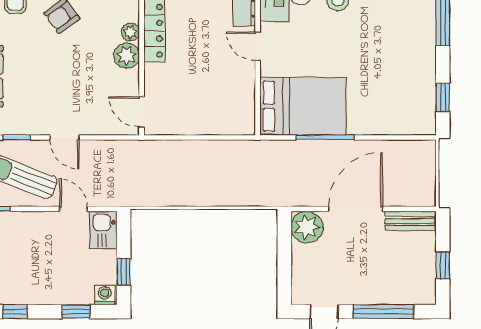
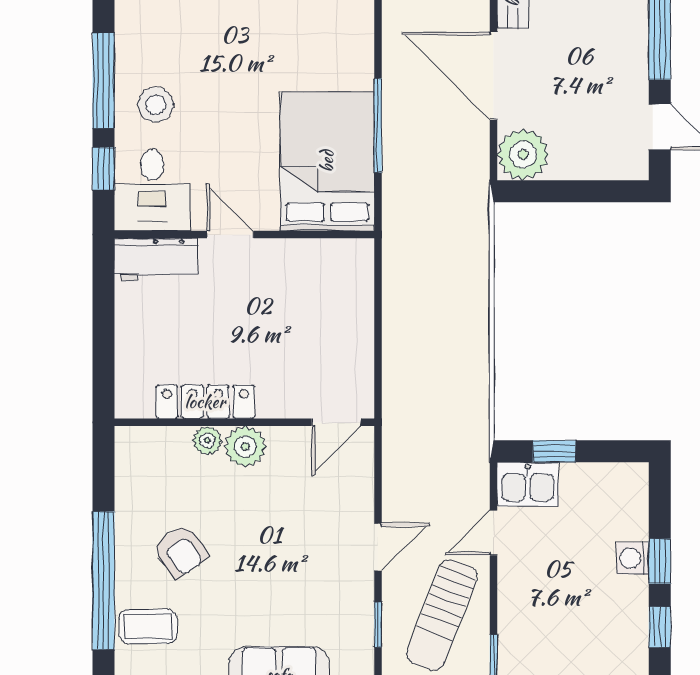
door: (258, 46) -> (230, 235), swing flipped
window: (124, 272) -> (554, 451), moved
washing machine: (105, 295) -> (633, 558), moved
window: (76, 312) -> (660, 561), moved

